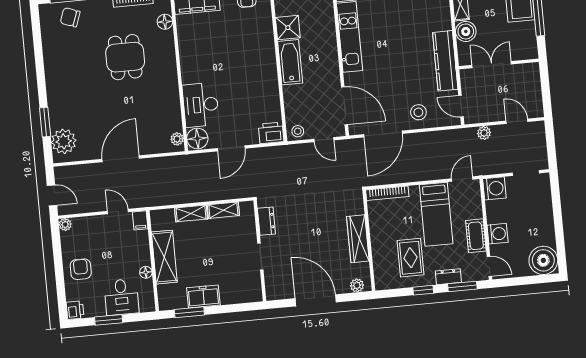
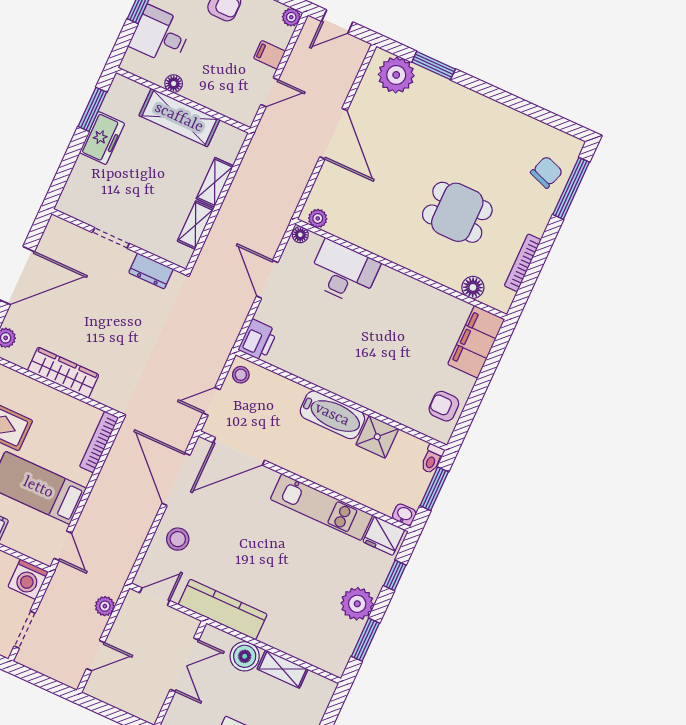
floor lamp: (197, 138) -> (300, 235), width x0.53, depth x0.53
filing cabinet: (140, 220) -> (270, 55), moved

